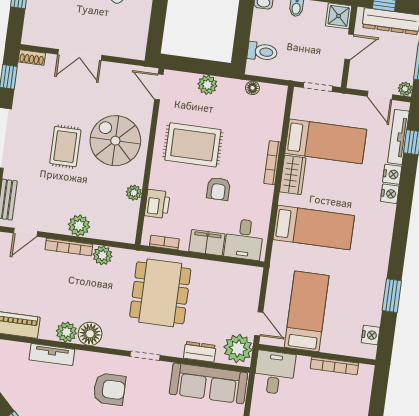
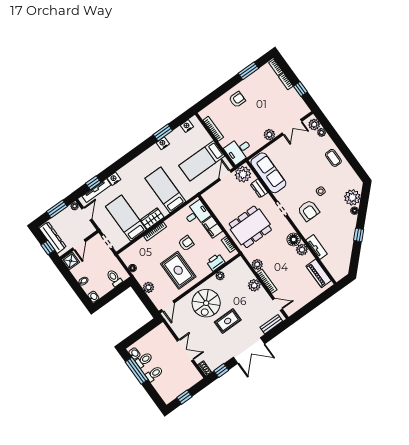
door: (349, 47) -> (79, 245), swing flipped
nightstand: (390, 194) -> (163, 143), moved
armchair: (109, 389) -> (309, 211), turned 180

